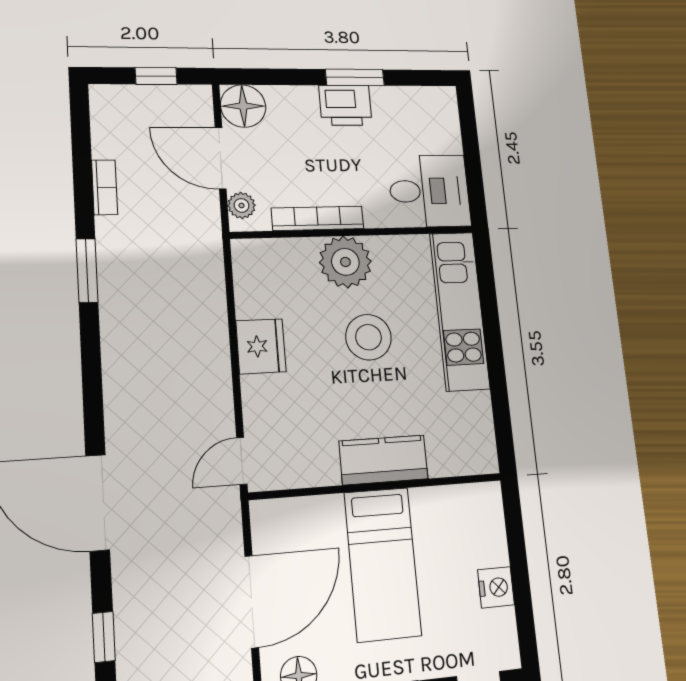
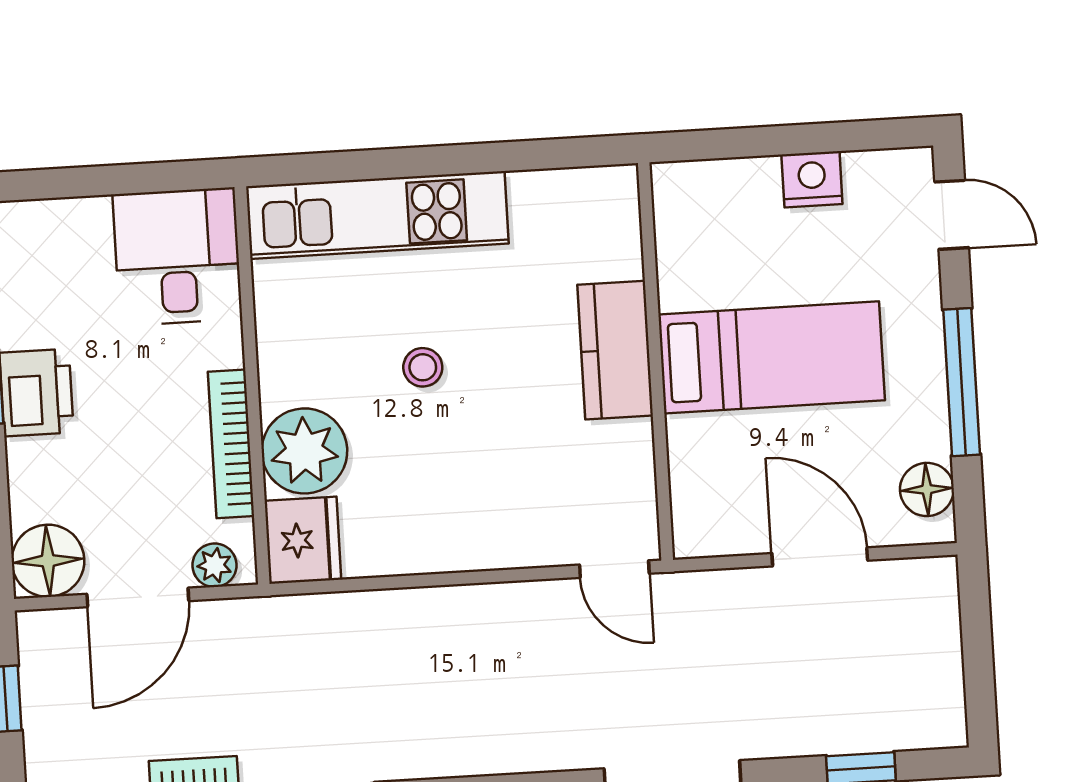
plant: (345, 262) -> (304, 451), moved
stool: (368, 337) -> (423, 367), width x0.53, depth x0.53
fridge: (261, 346) -> (303, 540), moved, turned 90
door: (252, 602) -> (820, 557), width x0.73

